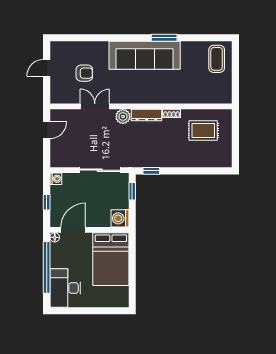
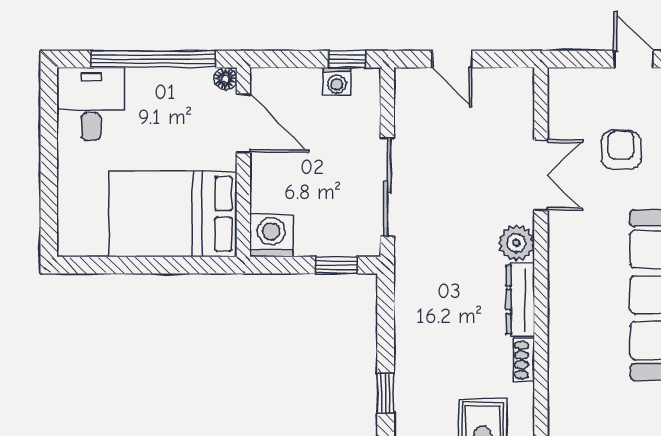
armchair: (84, 73) -> (621, 150), turned 180
door: (47, 130) -> (452, 59), moved
window: (151, 171) -> (386, 394), moved
washing machine: (56, 179) -> (337, 81), moved
window: (47, 202) -> (347, 59), moved
desk: (65, 288) -> (91, 104), width x0.73

